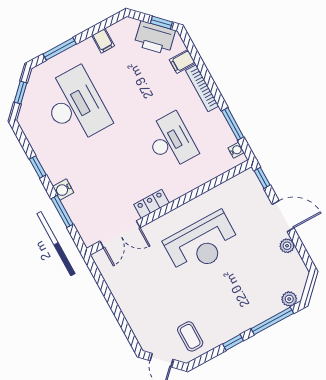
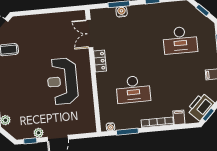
desk: (75, 106) -> (180, 40), width x0.73, depth x0.77
window: (262, 178) -> (30, 141), moved
water cooler: (63, 189) -> (122, 12), moved

